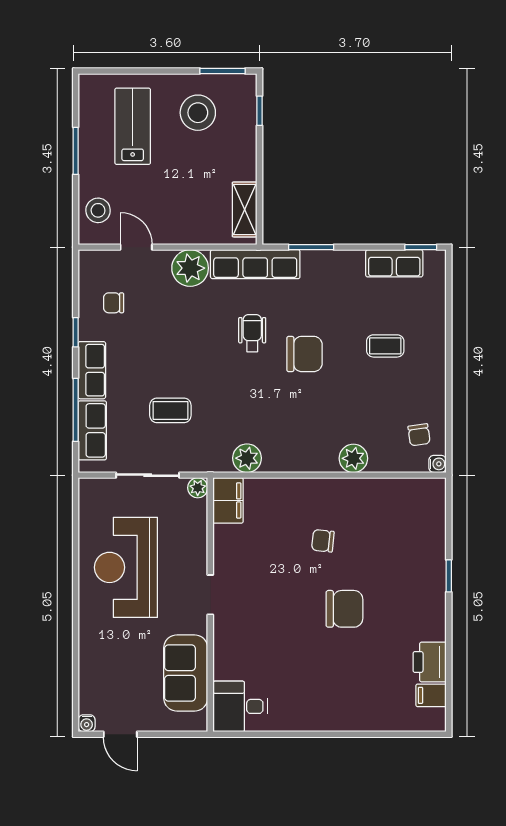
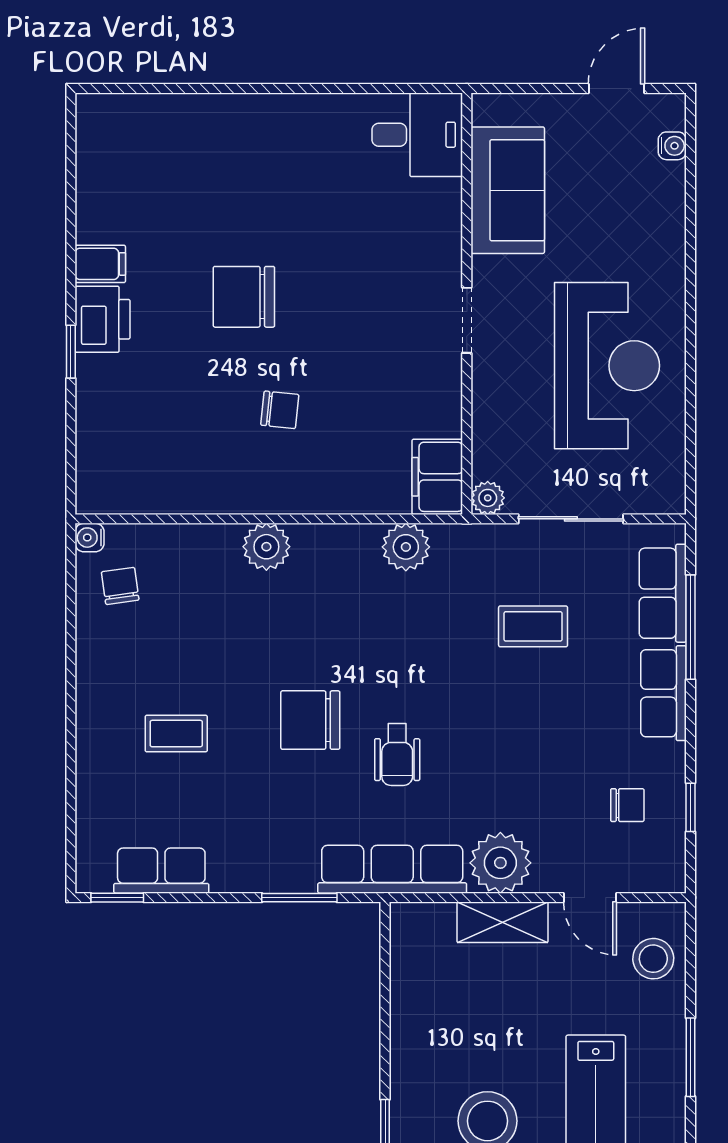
shelving: (245, 209) -> (502, 922), moved, turned 90
window: (76, 332) -> (691, 807), moved
plant: (353, 458) -> (266, 547), moved
printer: (430, 662) -> (103, 319), moved
filing cabinet: (431, 695) -> (100, 264), moved
water cooler: (87, 723) -> (672, 146), moved, turned 90
door: (120, 734) -> (616, 89), hinge flipped

